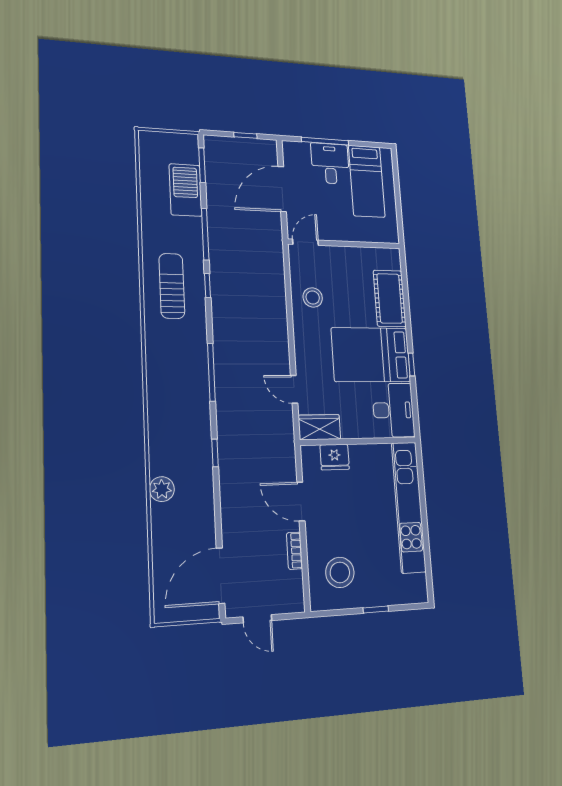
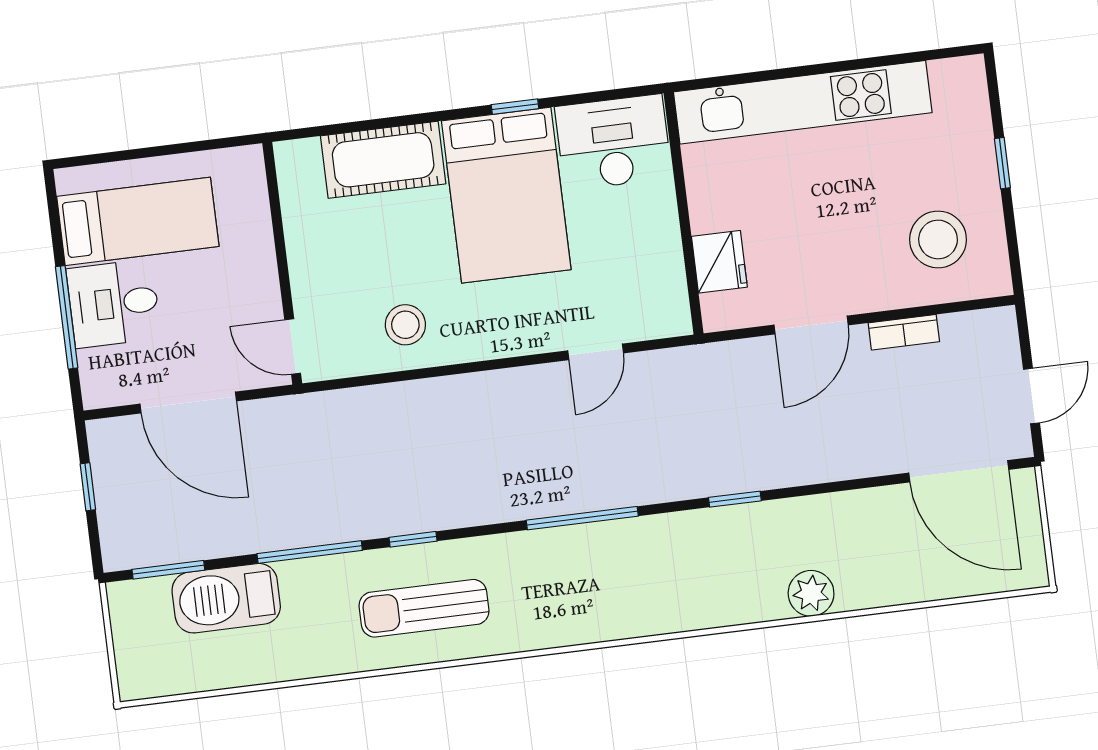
wardrobe: (319, 427) -> (664, 296), removed

